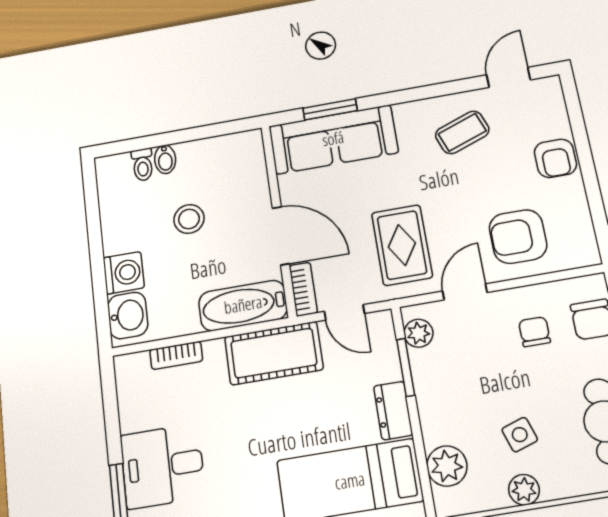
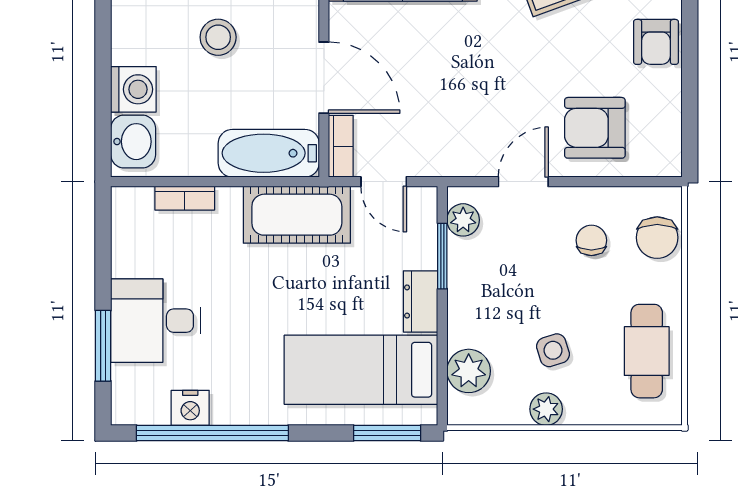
rug: (402, 245) -> (462, 114), removed

